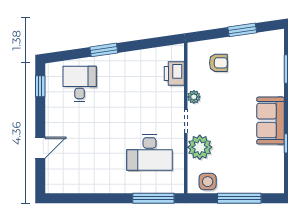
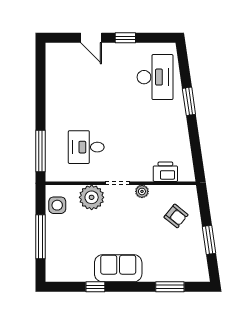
armchair: (218, 63) -> (176, 216), turned -51
desk: (80, 84) -> (155, 77), width x1.37
window: (40, 86) -> (125, 38), moved
desk: (150, 153) -> (86, 147), width x0.73

